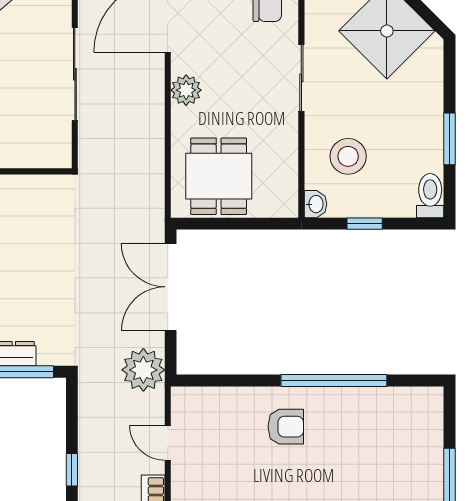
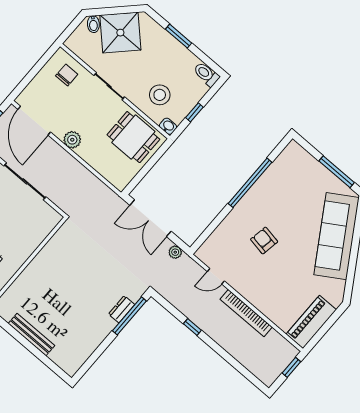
window: (449, 139) -> (178, 36), moved
dining table: (219, 176) -> (133, 137), moved
plant: (143, 370) -> (175, 252), width x0.53, depth x0.53
armchair: (286, 427) -> (264, 241), moved, turned -80

